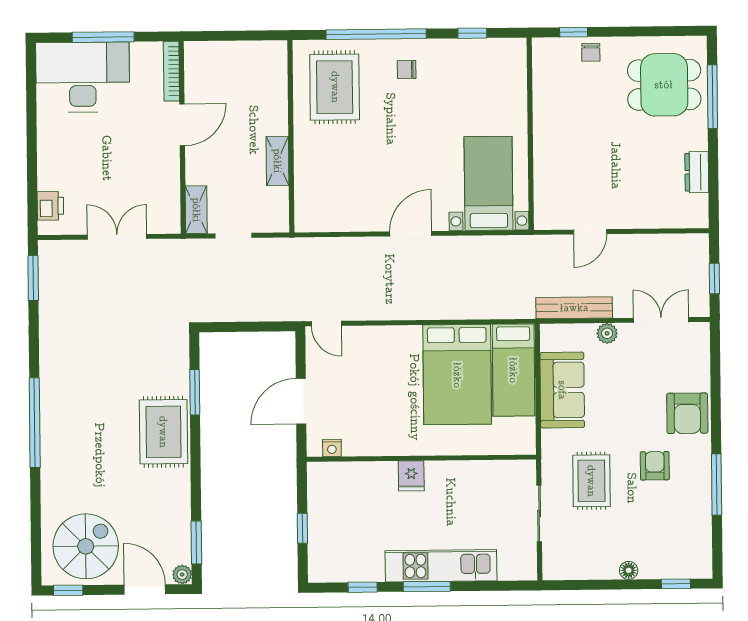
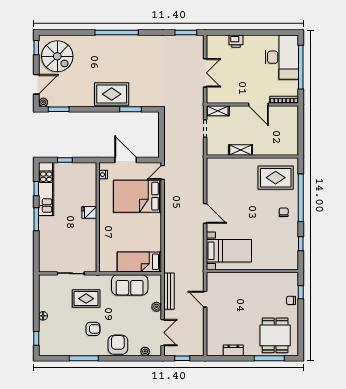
window: (103, 37) -> (301, 67), width x1.46
printer: (50, 206) -> (236, 41), moved
plant: (701, 356) -> (145, 351), added
bed: (457, 375) -> (138, 196), moved
armchair: (687, 413) -> (118, 345), turned 90
kitchen unit: (441, 566) -> (46, 189), moved

